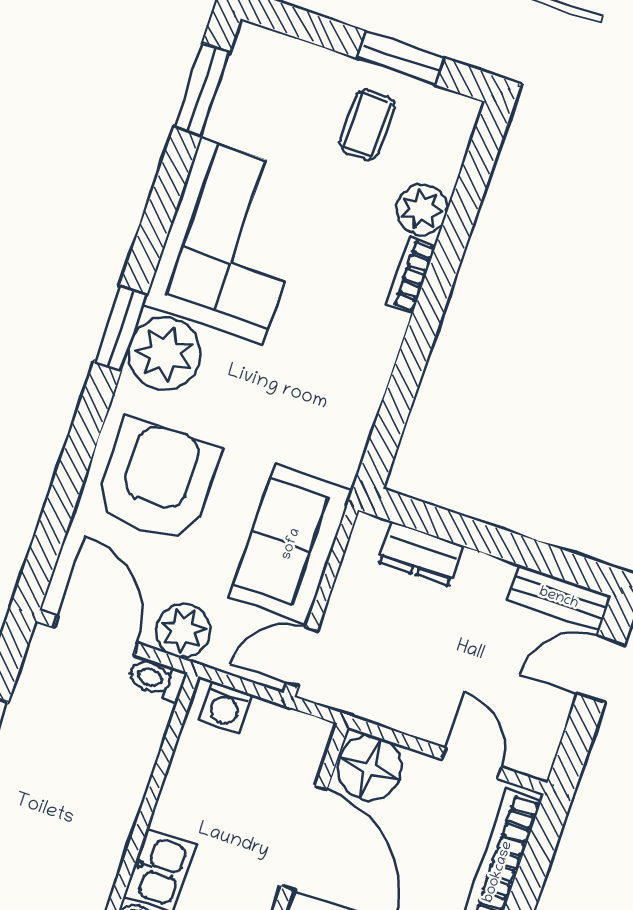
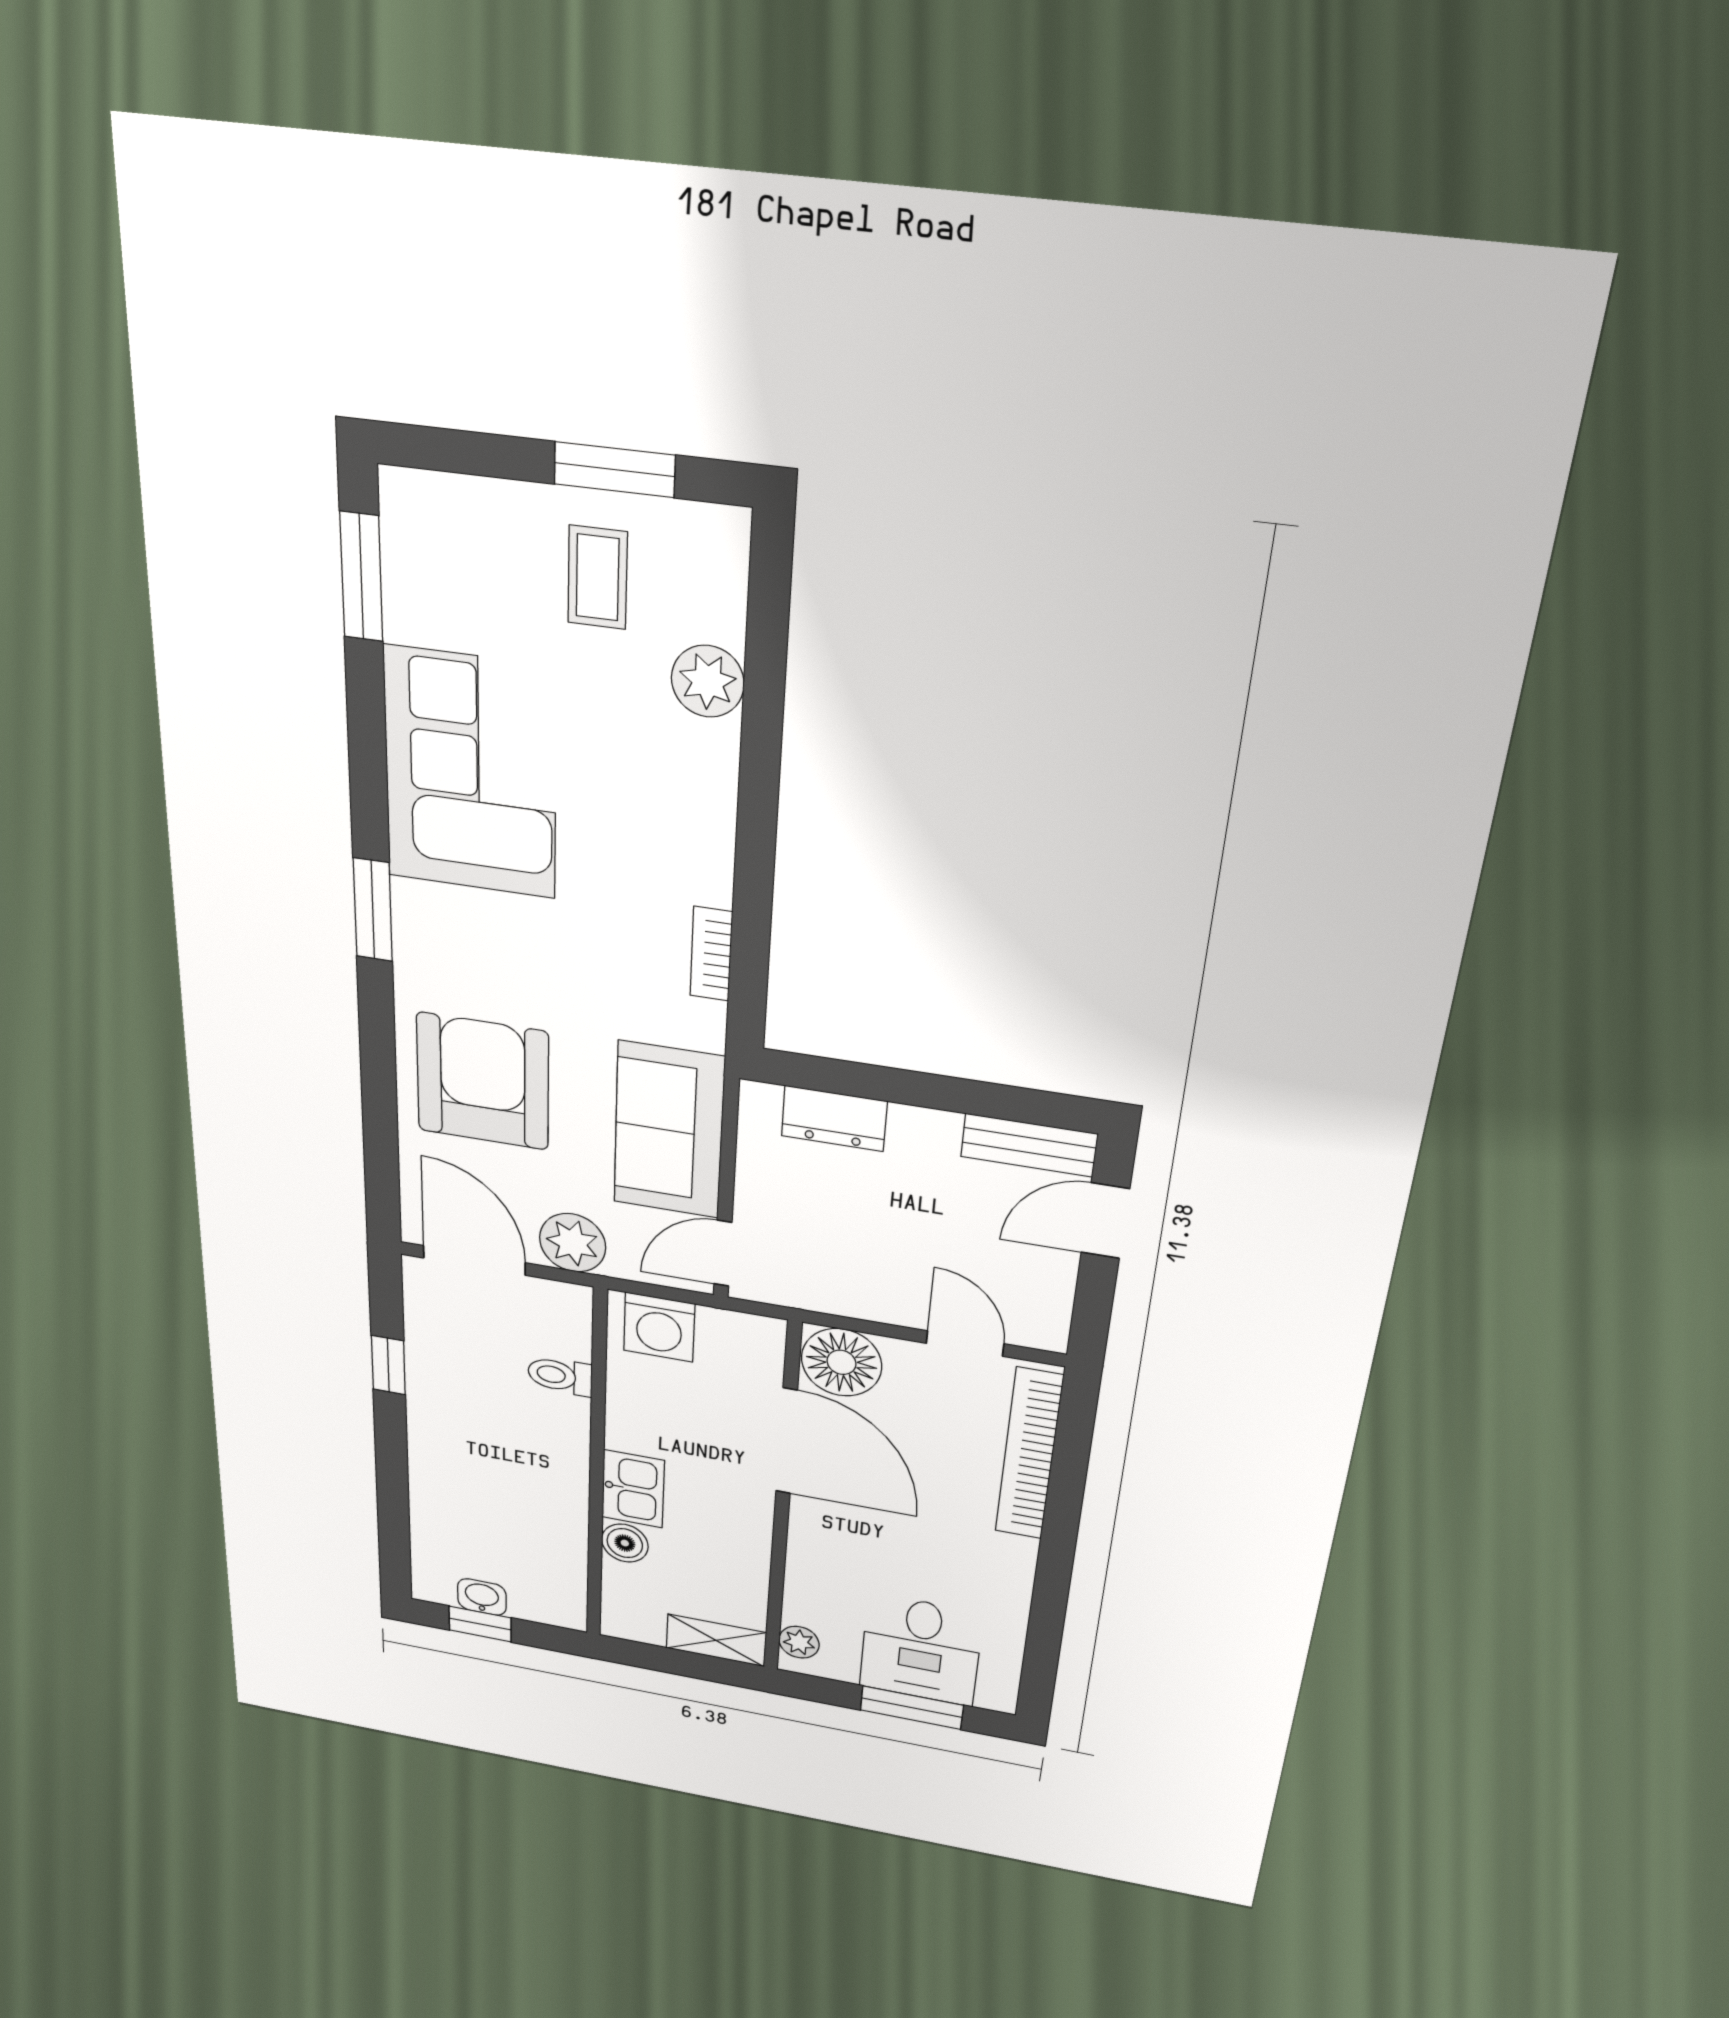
bookcase: (411, 275) -> (711, 954), moved
plant: (165, 353) -> (437, 930), removed
toilet: (157, 679) -> (560, 1376), moved
washing machine: (225, 707) -> (659, 1327), width x1.38, depth x1.38

